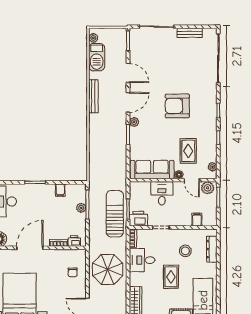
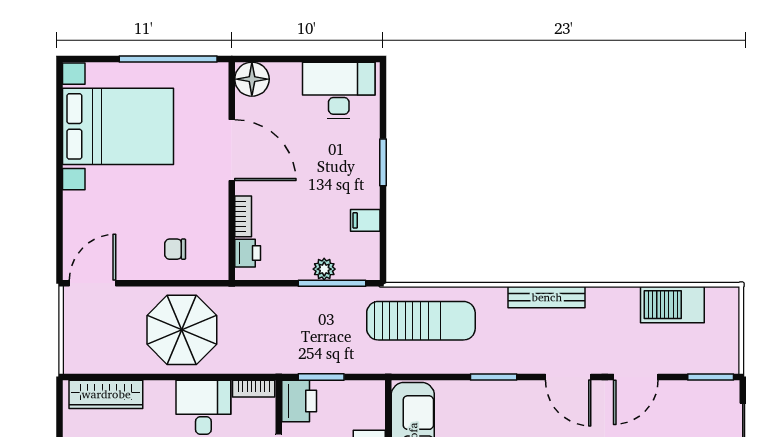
plant: (93, 38) -> (717, 297), removed
bench: (93, 96) -> (547, 297), moved
plant: (134, 122) -> (523, 391), removed
sun lounger: (115, 214) -> (421, 321), moved

